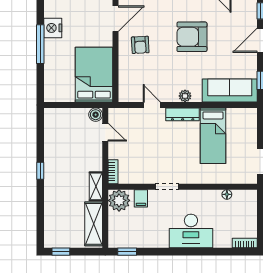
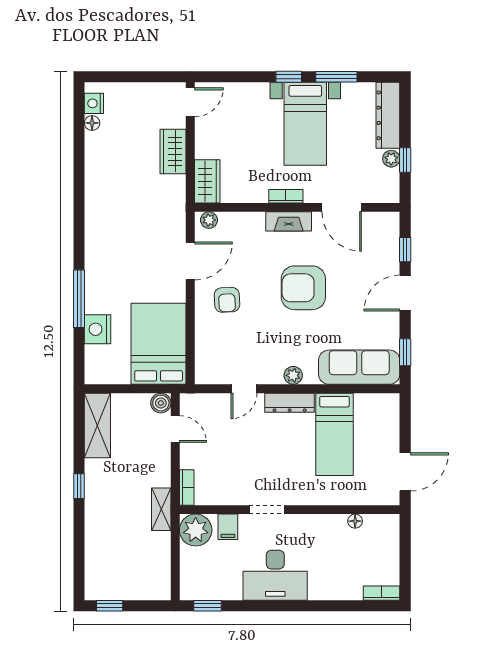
nightstand: (53, 28) -> (98, 329), moved
door: (152, 105) -> (244, 389), swing flipped
shelving: (94, 224) -> (97, 425), moved
desk: (191, 231) -> (275, 575), moved

